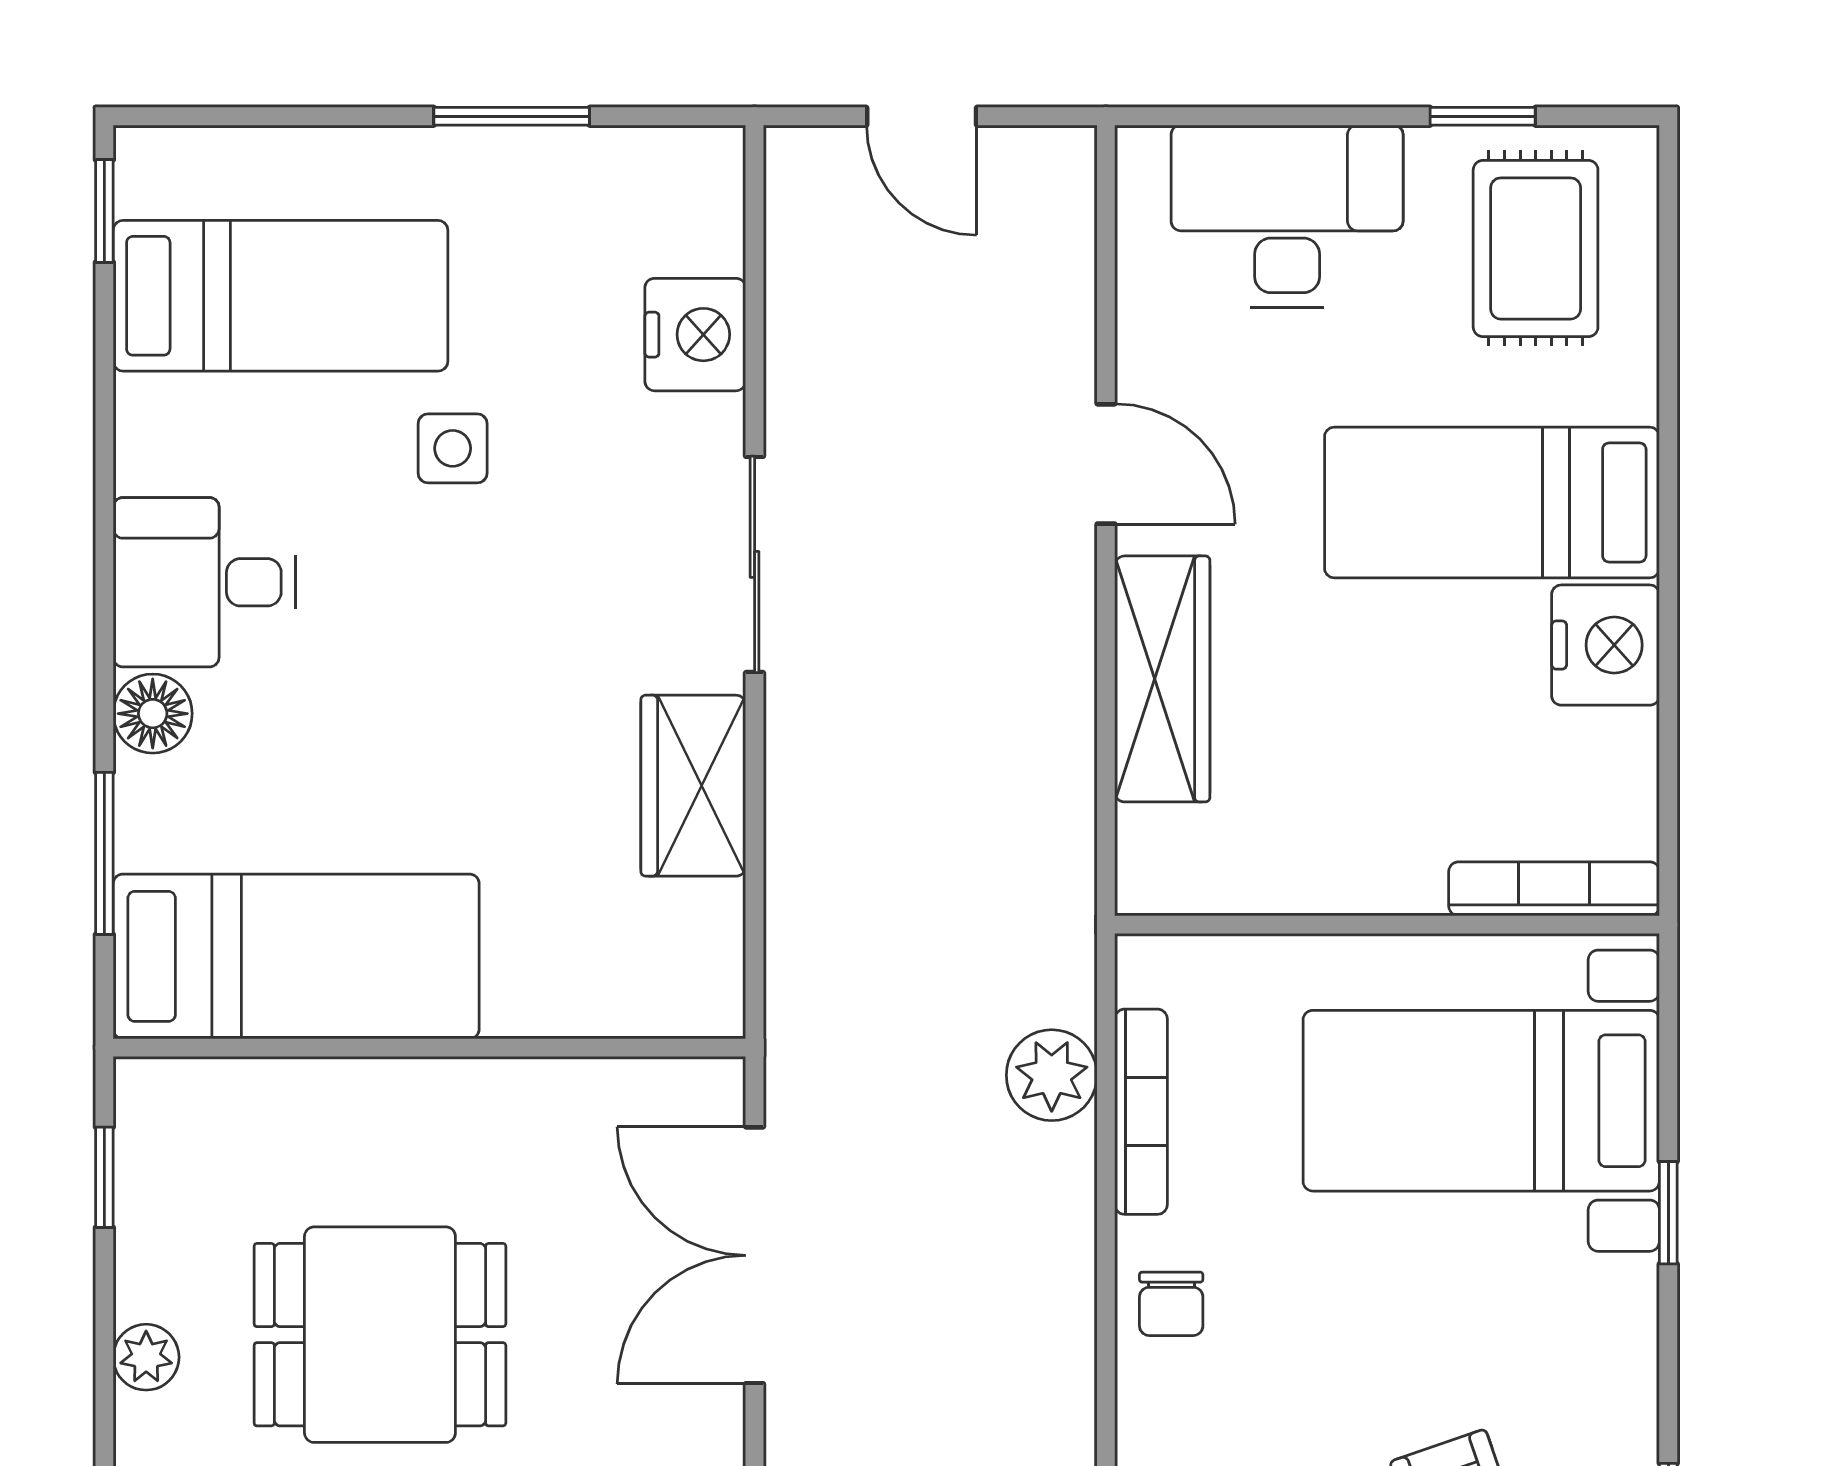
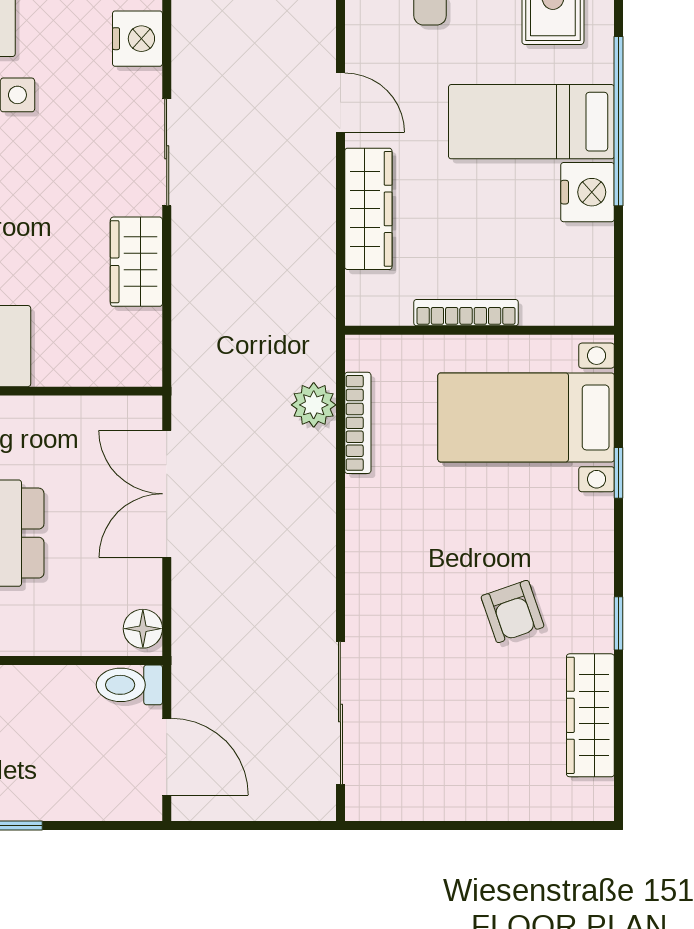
window: (1668, 502) -> (619, 121), added
bookcase: (1554, 889) -> (466, 313), moved
chair: (1171, 1304) -> (373, 518), removed

